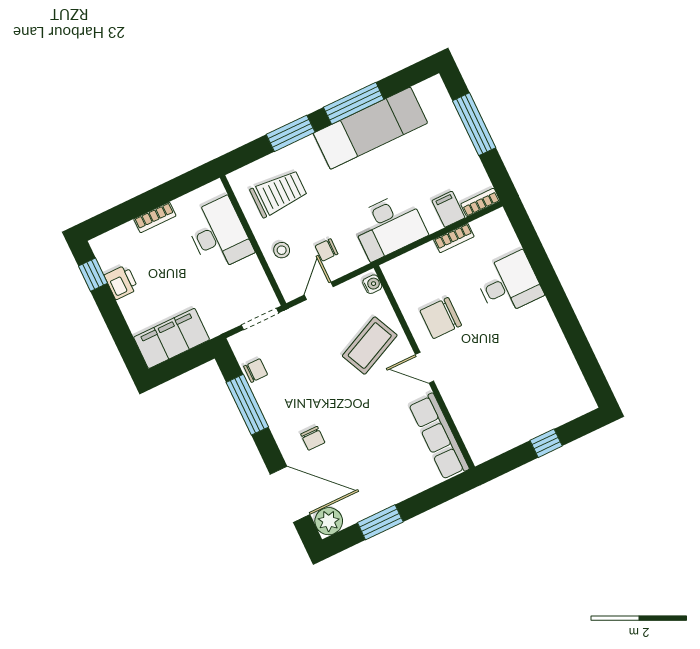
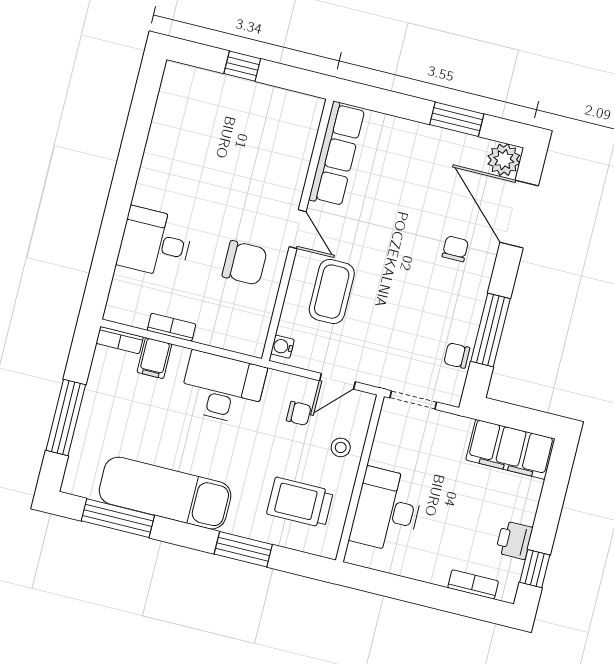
window: (354, 103) -> (118, 518), moved
bookcase: (155, 217) -> (473, 584), moved
coffee table: (370, 346) -> (332, 292), turned -65

